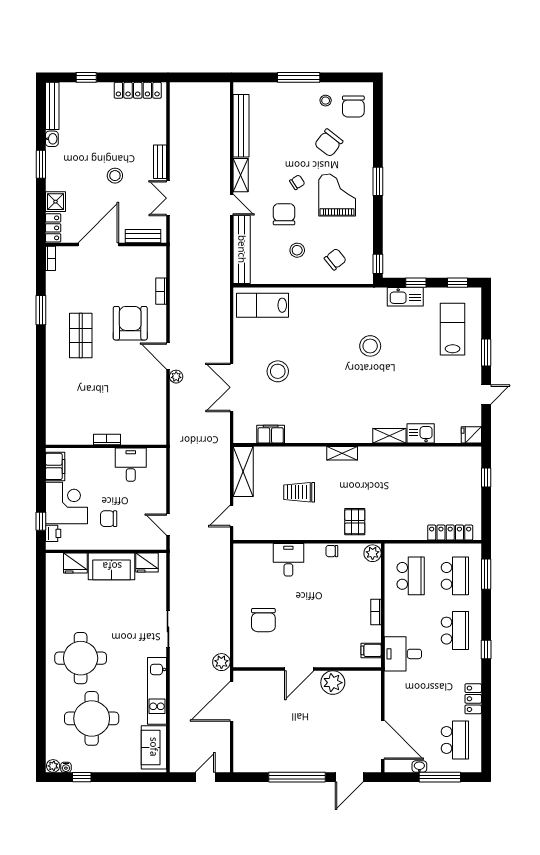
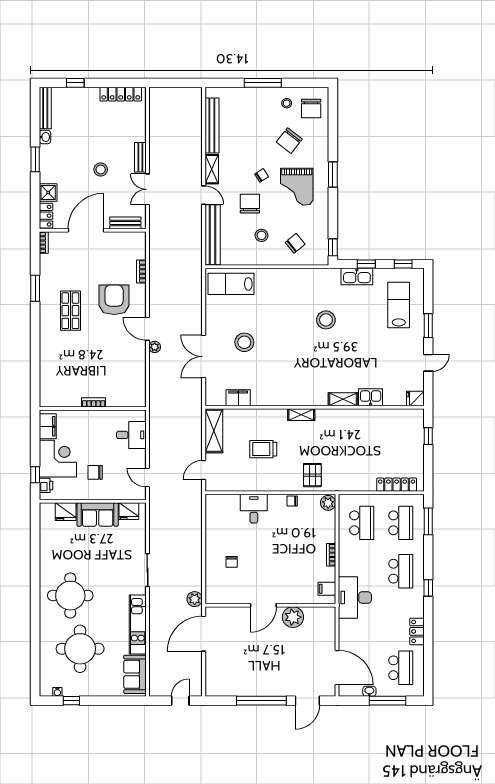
grand piano: (337, 195) -> (297, 187), turned 180
desk: (131, 465) -> (131, 435), moved, turned 90
chair: (263, 620) -> (232, 562), width x0.54, depth x0.54
desk: (403, 654) -> (355, 597), width x1.37
plant: (53, 766) -> (46, 691), removed

